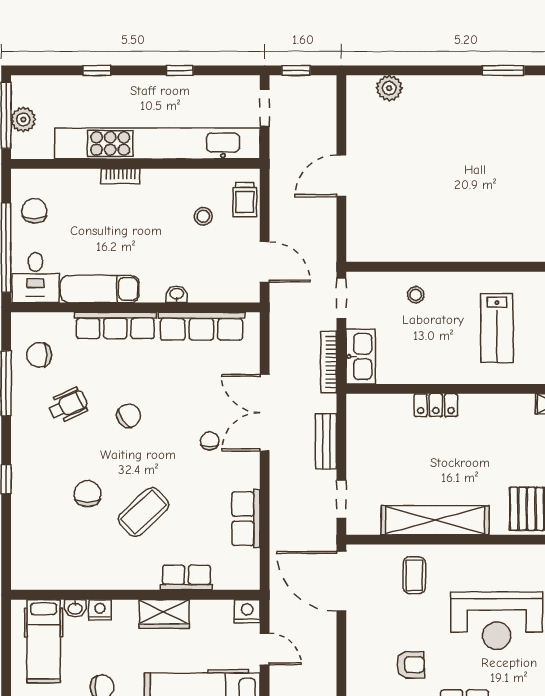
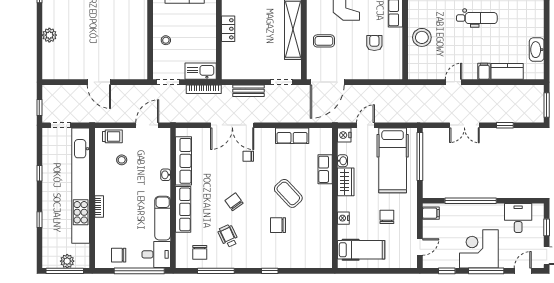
plant: (389, 88) -> (49, 35), moved
washbasin: (75, 608) -> (342, 161), moved

